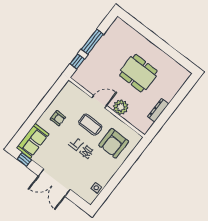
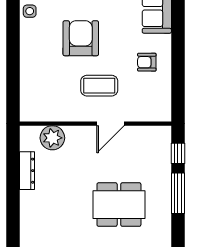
dining table: (138, 73) -> (119, 205), moved
plant: (121, 107) -> (52, 138), moved
armchair: (114, 143) -> (81, 38), moved

